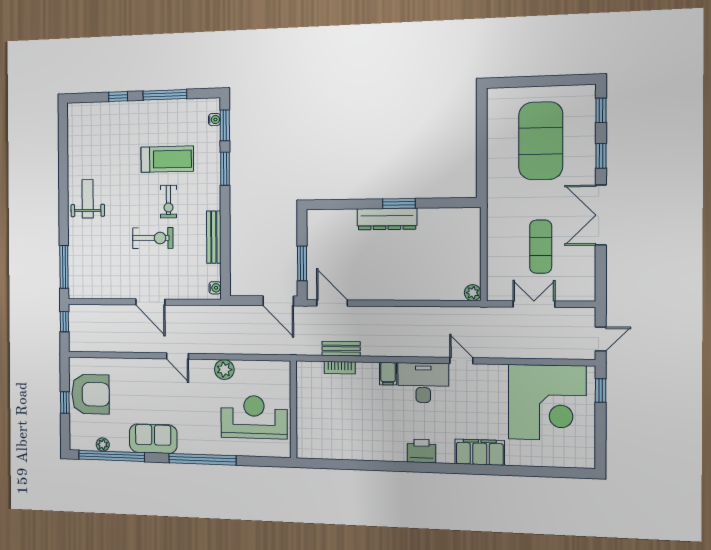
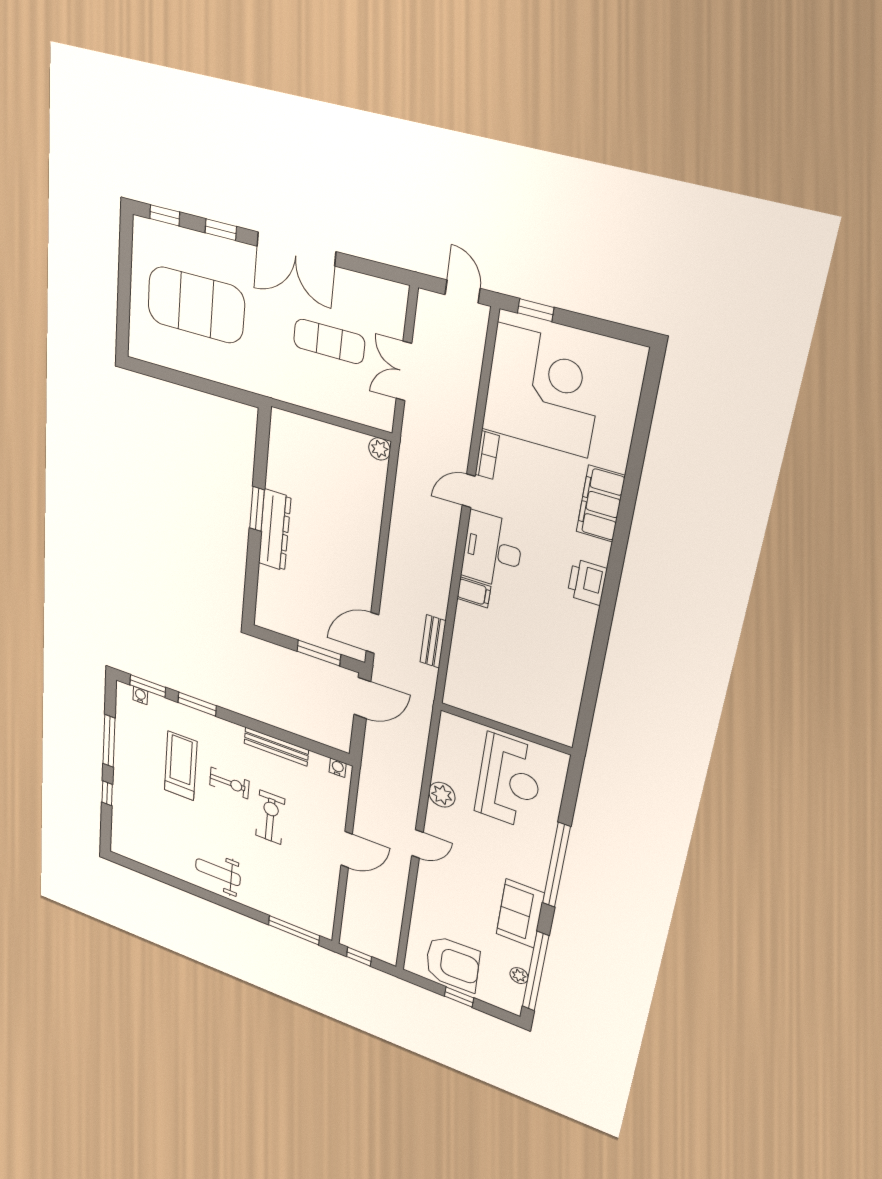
bookcase: (340, 368) -> (487, 455), moved
armchair: (91, 394) -> (452, 964), turned 88
reception desk: (254, 417) -> (509, 781), turned 180

